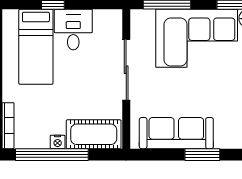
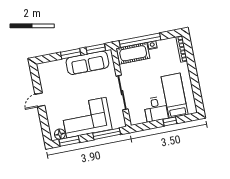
window: (52, 155) -> (140, 40), moved
window: (157, 155) -> (96, 49), added

